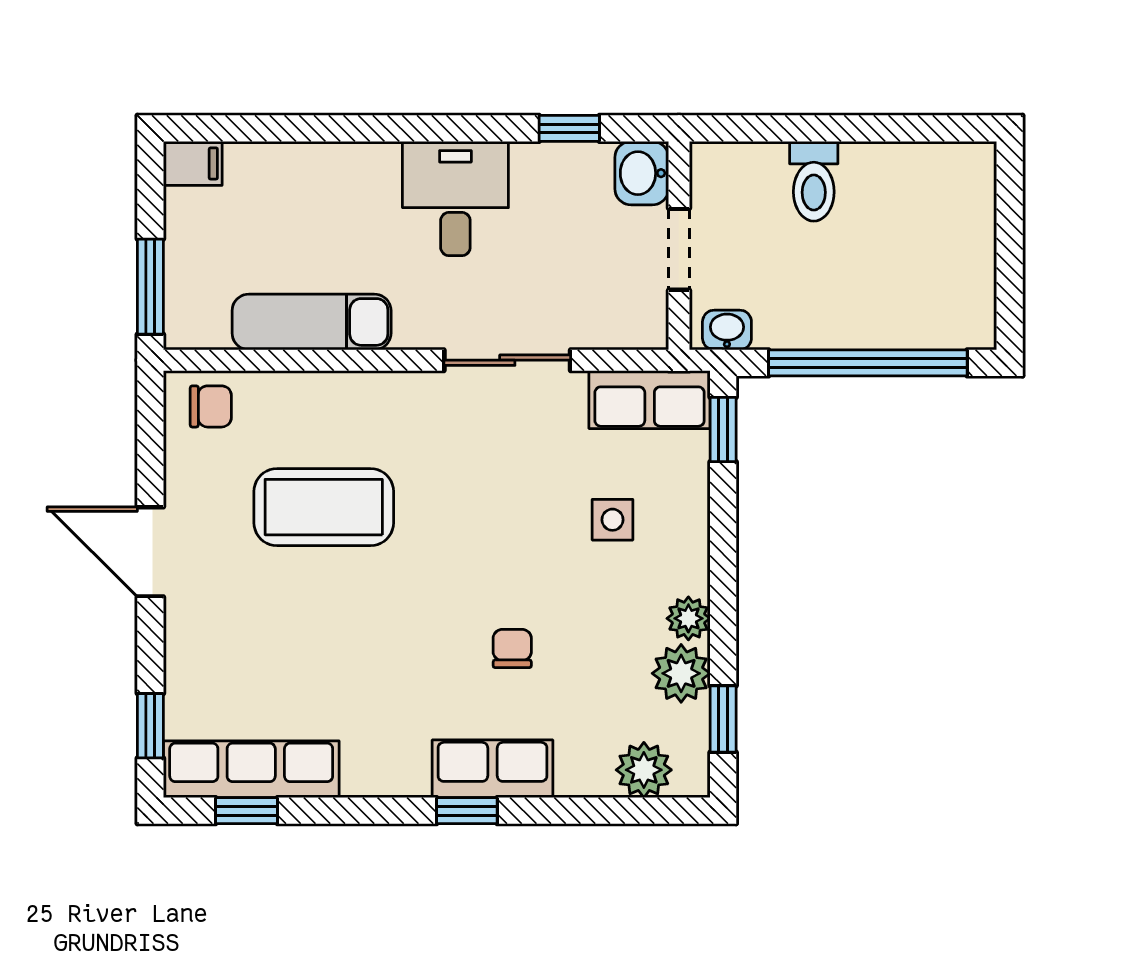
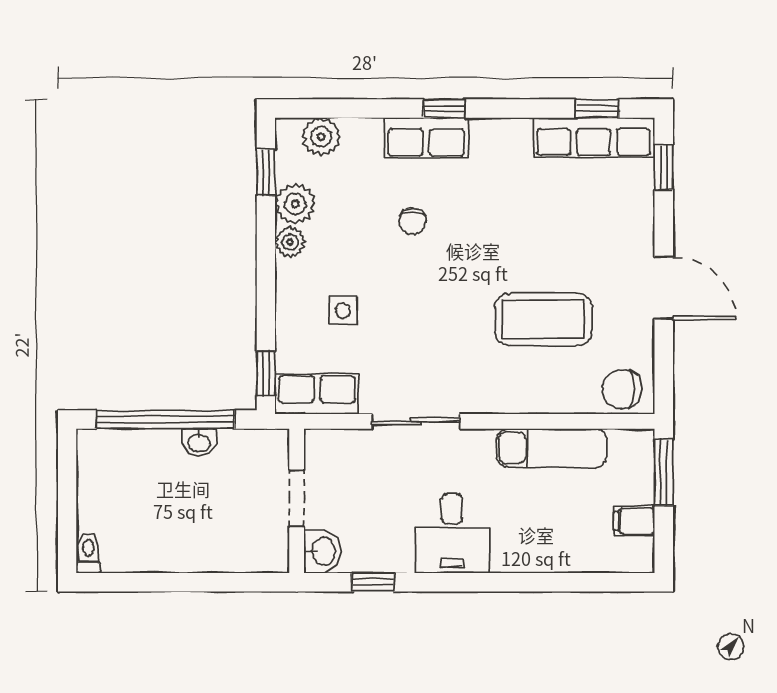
filing cabinet: (193, 163) -> (634, 521), moved
toilet: (814, 181) -> (88, 553), moved, width x0.73, depth x0.72
washbasin: (727, 330) -> (199, 442), moved
chair: (211, 406) -> (622, 389), width x1.37, depth x1.37

